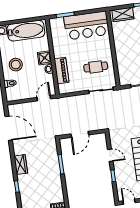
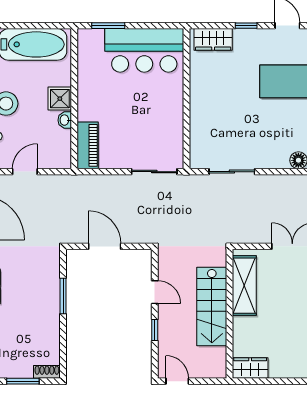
cafe table: (96, 67) -> (151, 128), removed
piano: (62, 71) -> (88, 145), moved
door: (44, 98) -> (25, 172), moved
door: (80, 134) -> (105, 246), swing flipped

